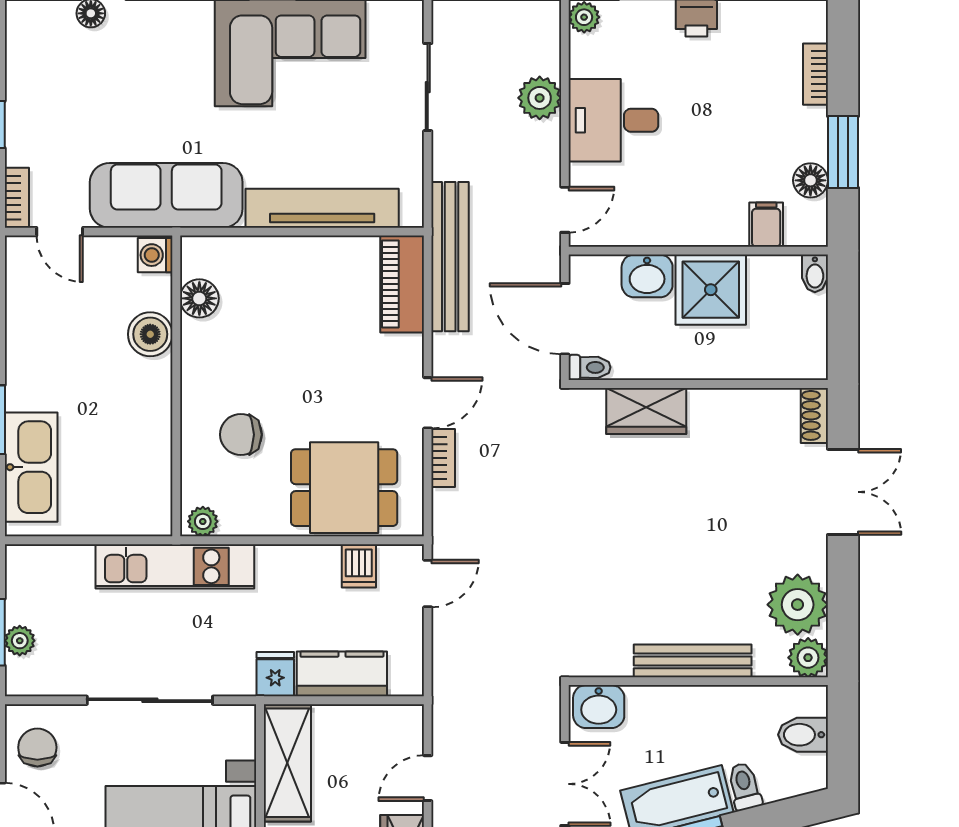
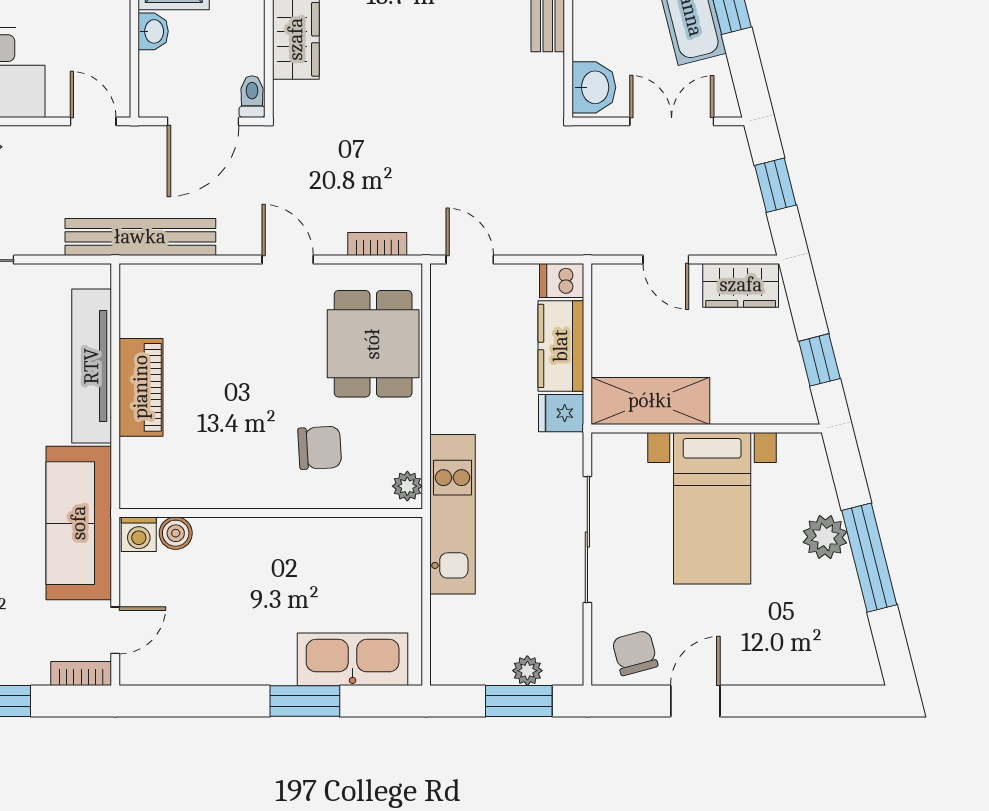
washbasin: (647, 276) -> (153, 31), width x0.72, depth x0.69
piano: (402, 284) -> (141, 387), moved, turned -90
floor lamp: (199, 298) -> (183, 490), removed
boiler: (150, 334) -> (176, 533), moved, width x0.73, depth x0.73
chair: (241, 435) -> (320, 448), turned -93
bookcase: (443, 458) -> (377, 244), moved
dishwasher: (359, 566) -> (562, 280), moved, turned 180
chair: (37, 747) -> (635, 653), turned 75

